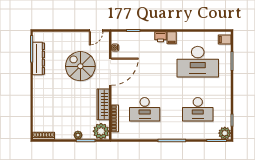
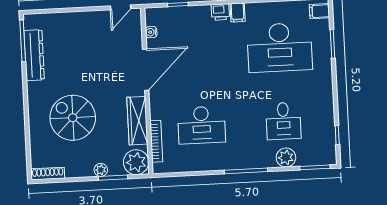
spiral stairs: (80, 66) -> (73, 118), moved
desk: (198, 109) -> (283, 121), width x0.73
plant: (225, 133) -> (286, 158), moved

